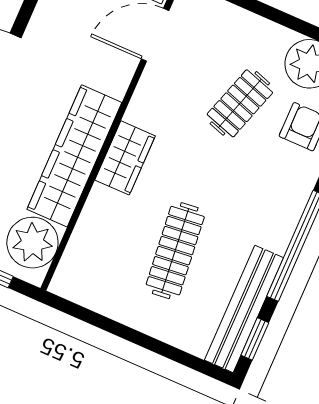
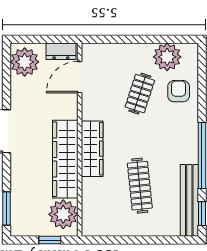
wardrobe: (125, 158) -> (92, 149), width x1.50

